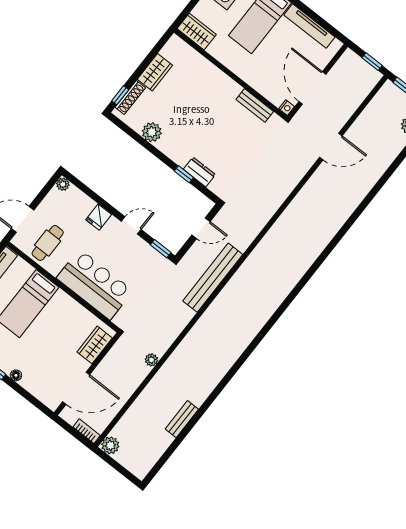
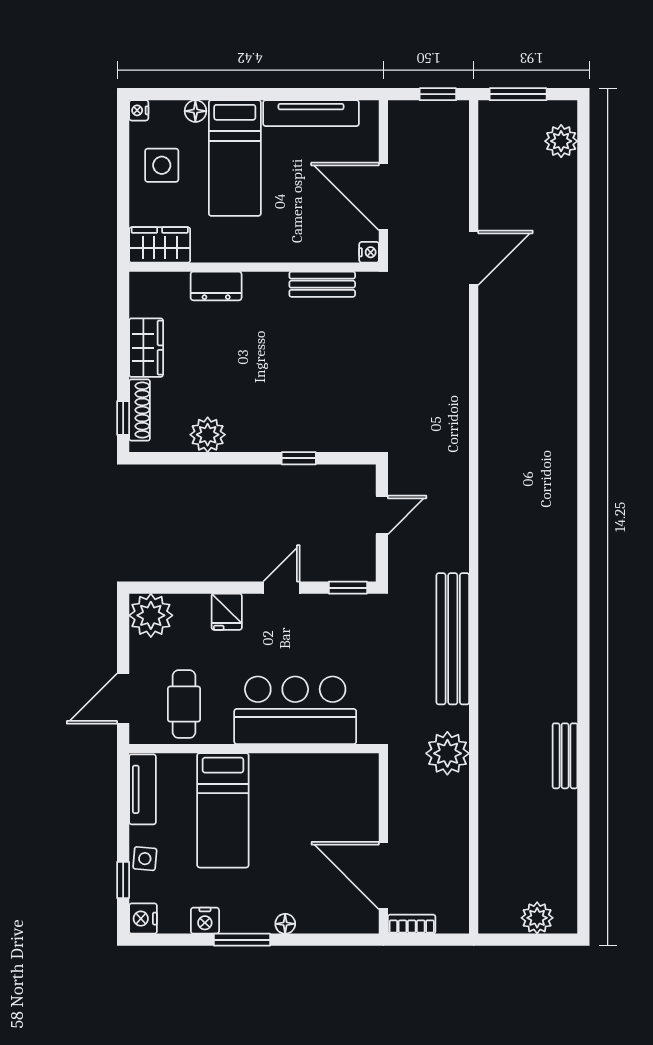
dresser: (199, 172) -> (216, 286), moved, turned 180
plant: (63, 184) -> (151, 615), width x1.87, depth x1.87
bench: (213, 278) -> (453, 639), moved
wardrobe: (95, 345) -> (362, 795), removed
plant: (151, 360) -> (447, 753), width x1.88, depth x1.88
door: (76, 388) -> (383, 876), swing flipped
bench: (182, 419) -> (565, 756), moved
bookcase: (87, 431) -> (412, 924), moved
plant: (110, 445) -> (537, 918), moved

